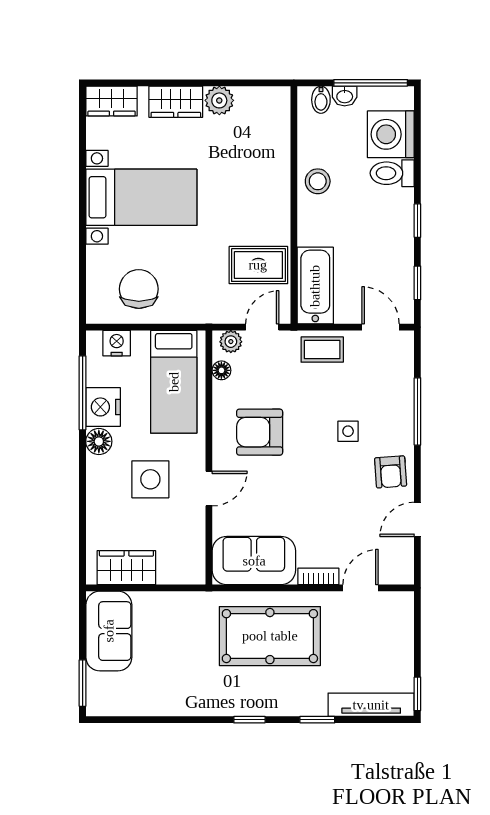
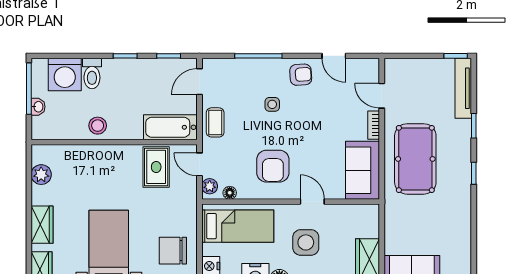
plant: (219, 100) -> (41, 175), moved
bidet: (321, 100) -> (41, 123), removed

